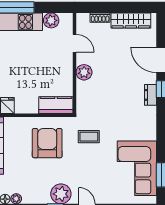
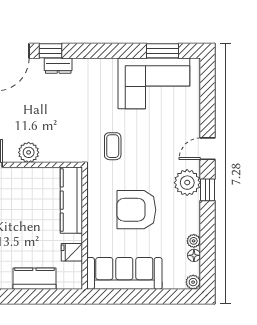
kitchen counter: (56, 105) -> (71, 200), width x1.50
armchair: (47, 143) -> (136, 210), moved

